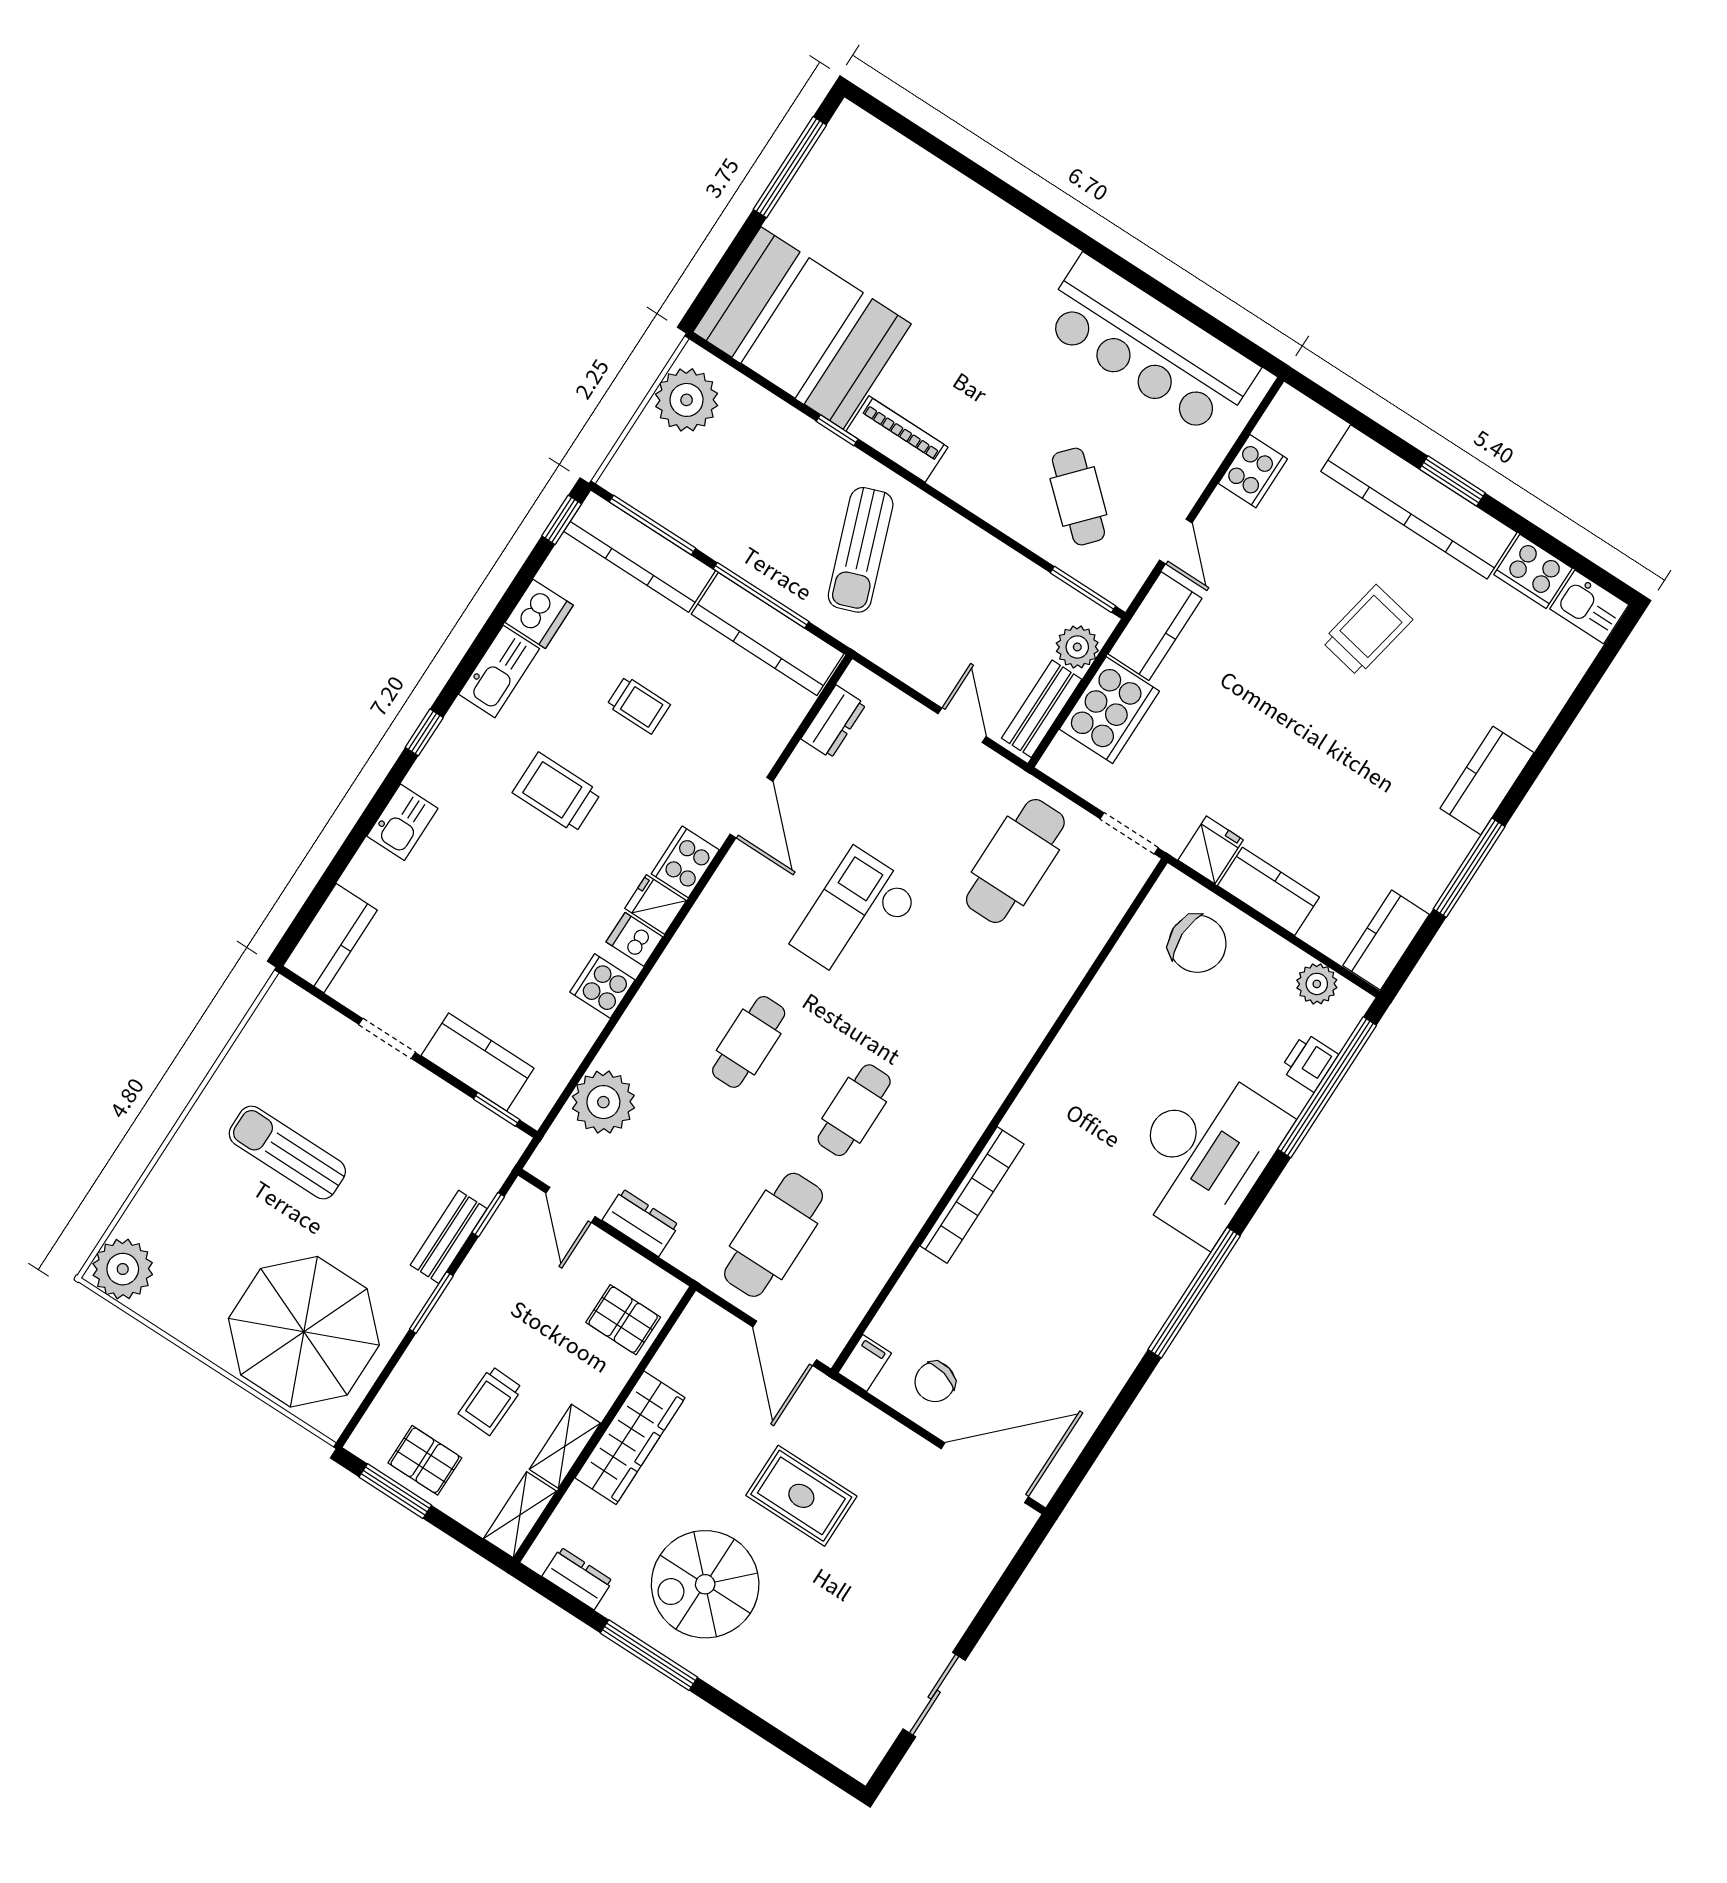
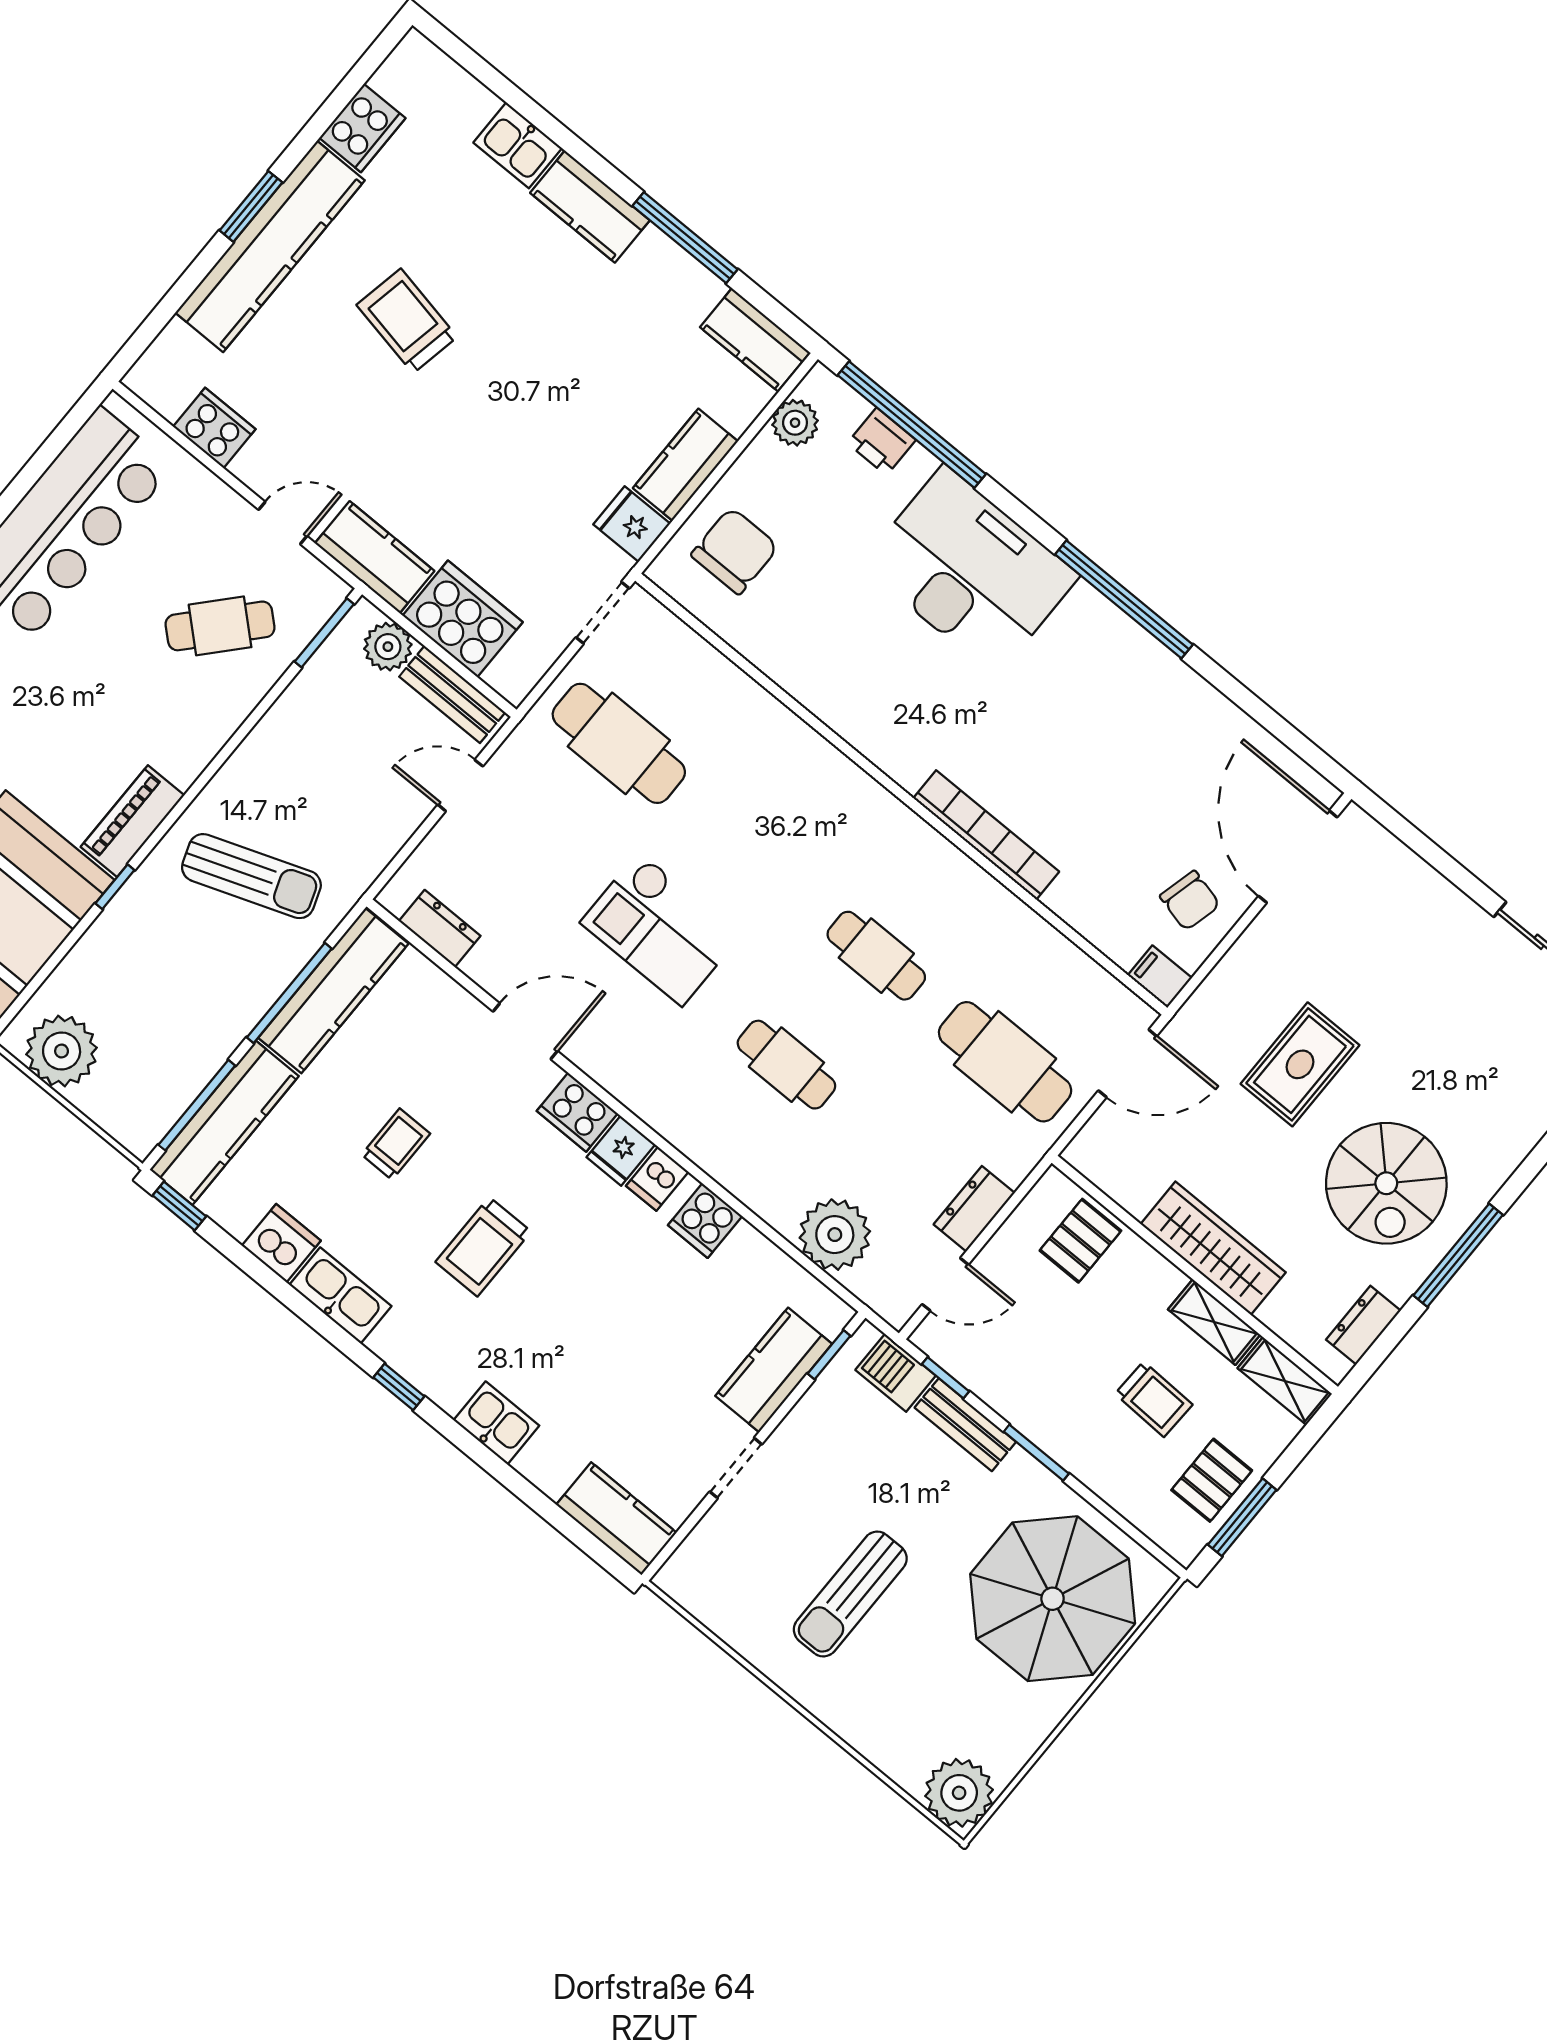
kitchen sink: (1589, 607) -> (518, 145), moved, turned 90
barbecue: (487, 1170) -> (896, 1373), added

